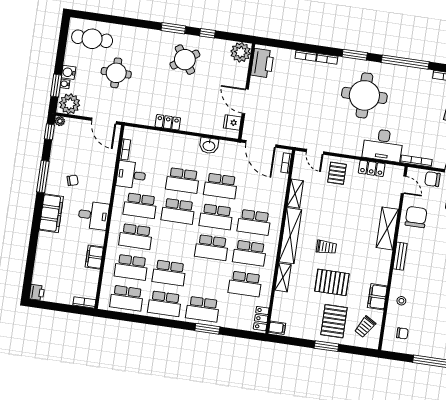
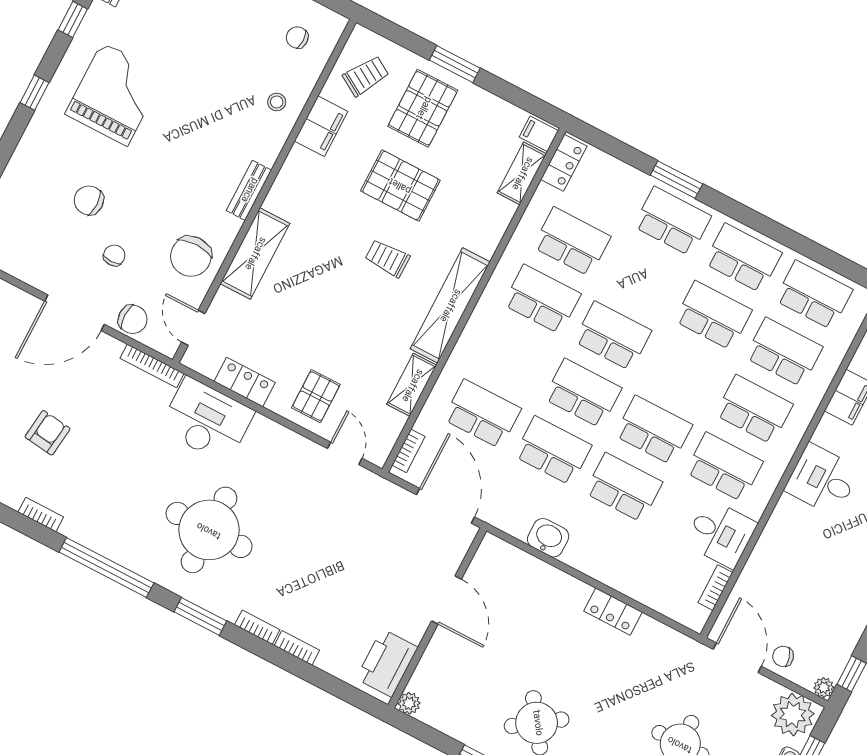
plant: (241, 52) -> (409, 703), width x0.53, depth x0.53
fridge: (232, 122) -> (486, 567), removed
chair: (73, 180) -> (783, 656), moved
school desk: (254, 222) -> (482, 414), moved
shelving: (283, 277) -> (522, 173), moved

